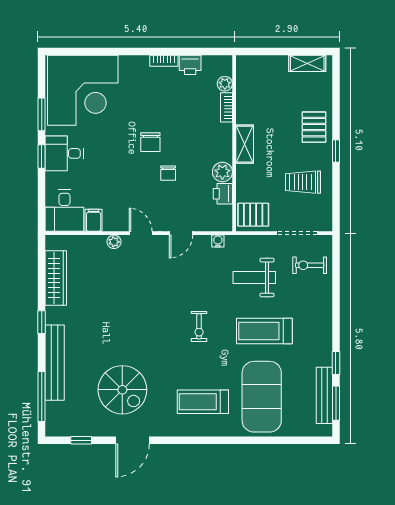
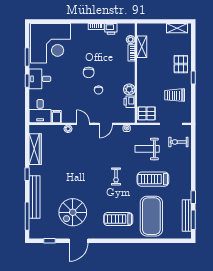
shelving: (245, 144) -> (142, 47), moved
spiral stairs: (122, 390) -> (73, 212), turned 90

